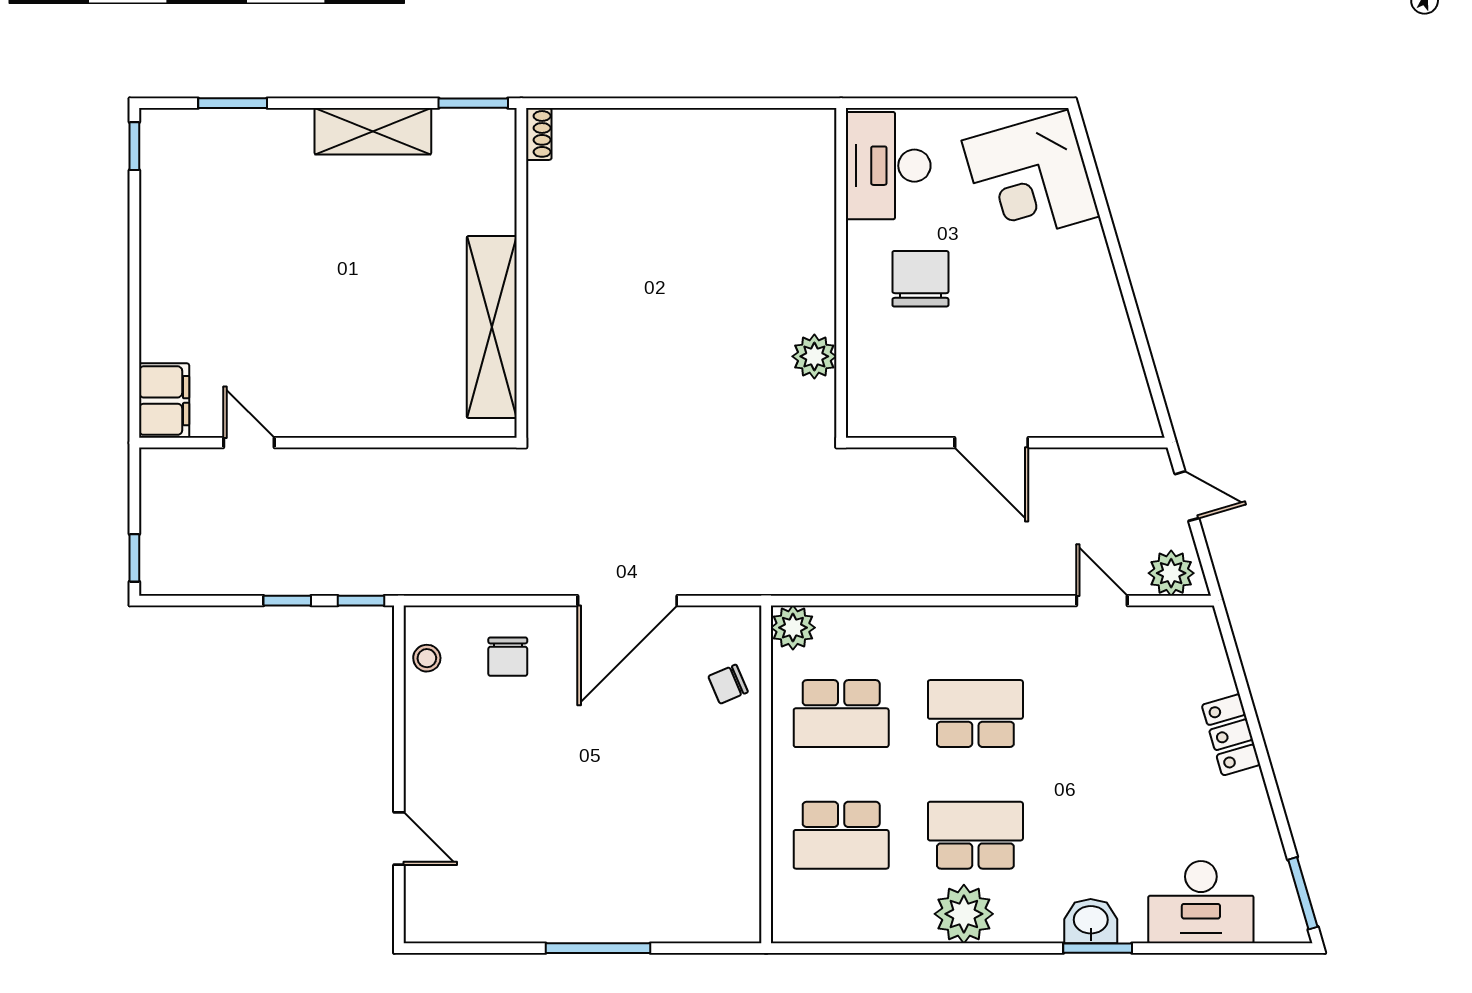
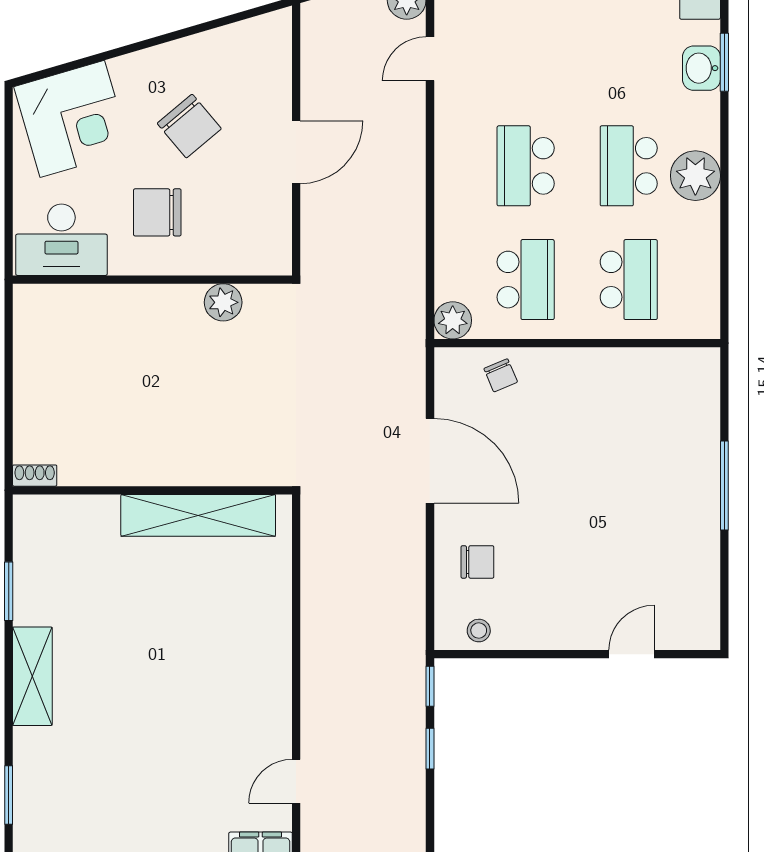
shoe rack: (539, 134) -> (35, 476), moved
wall: (521, 273) -> (152, 490), moved
chair: (1022, 316) -> (189, 126), added
shelving: (492, 327) -> (198, 515), moved

